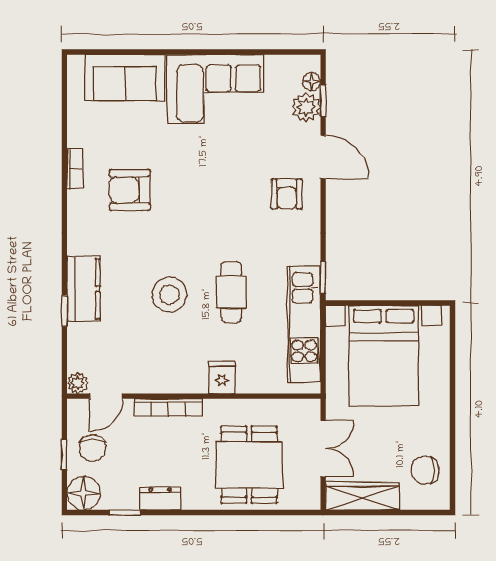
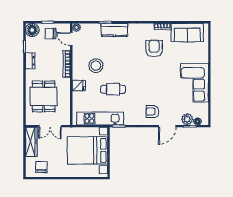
sofa: (125, 78) -> (187, 33), moved, turned -90
stool: (169, 295) -> (96, 66), moved
dining table: (249, 465) -> (44, 96), turned 90

